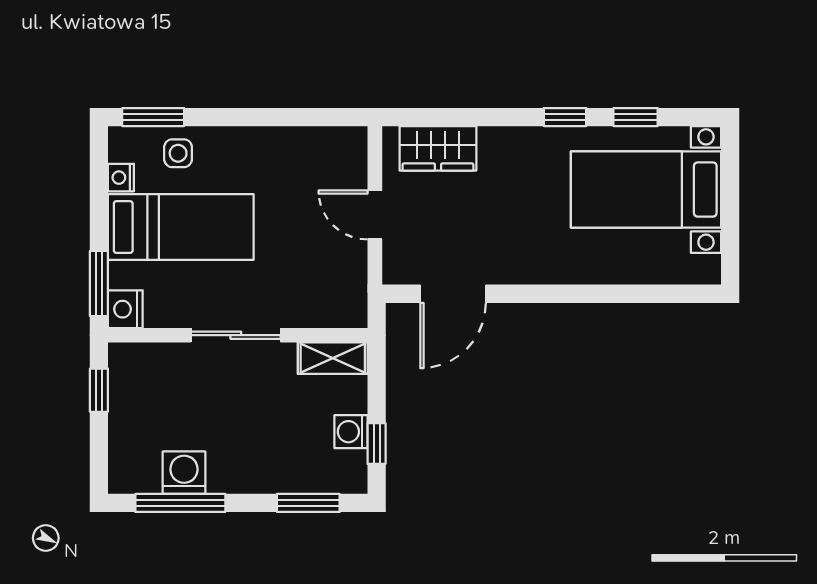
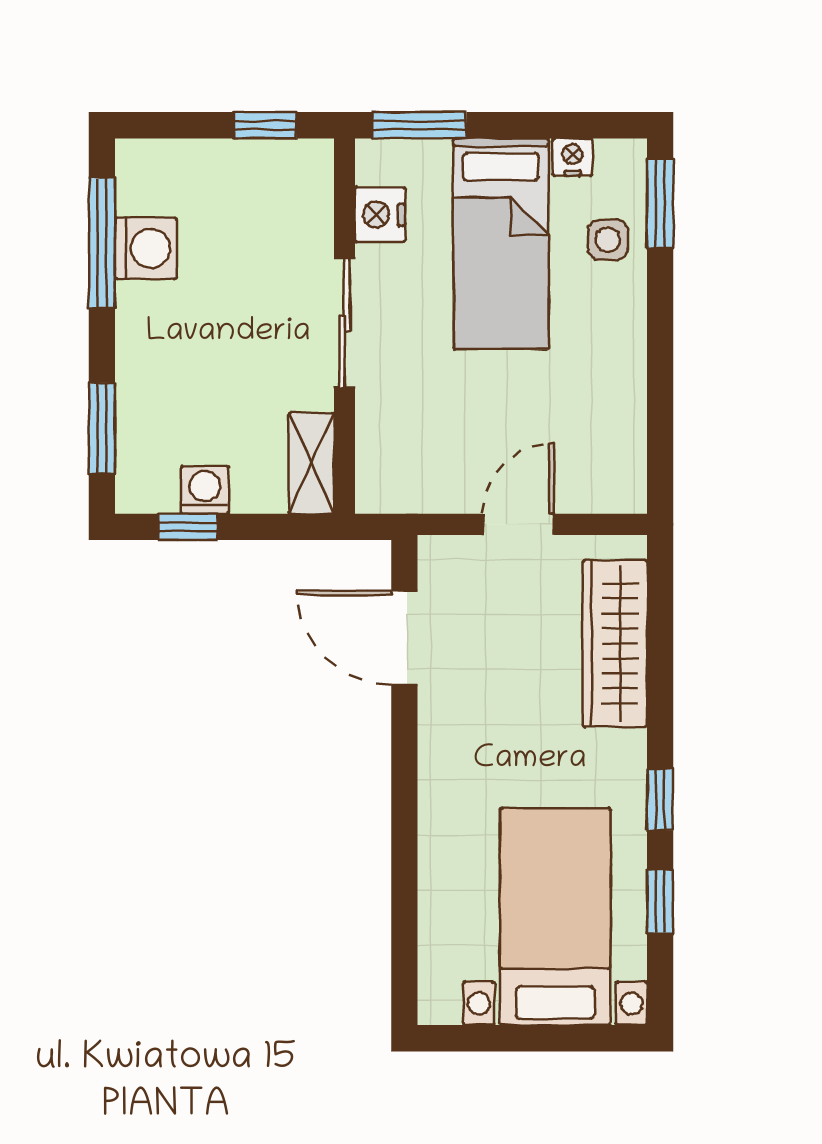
wardrobe: (438, 148) -> (615, 643), width x1.50
nightstand: (125, 309) -> (380, 215), moved, turned -90

